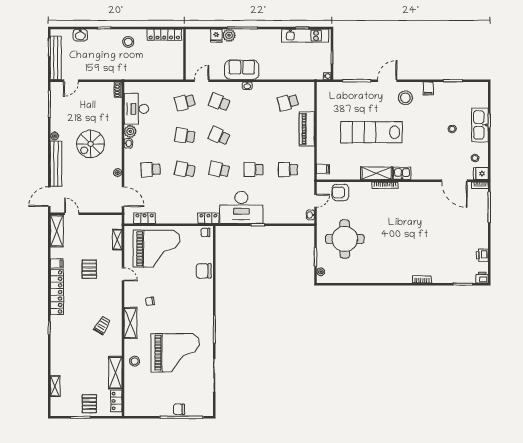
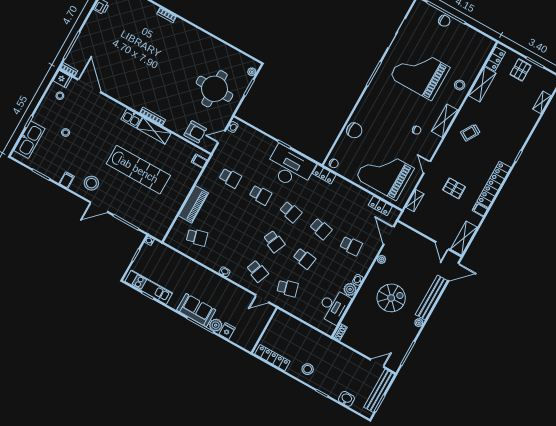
sofa: (242, 70) -> (196, 310), moved, turned 180
kitchen sink: (480, 125) -> (29, 140), moved
pallet: (89, 269) -> (454, 188), turned 90

